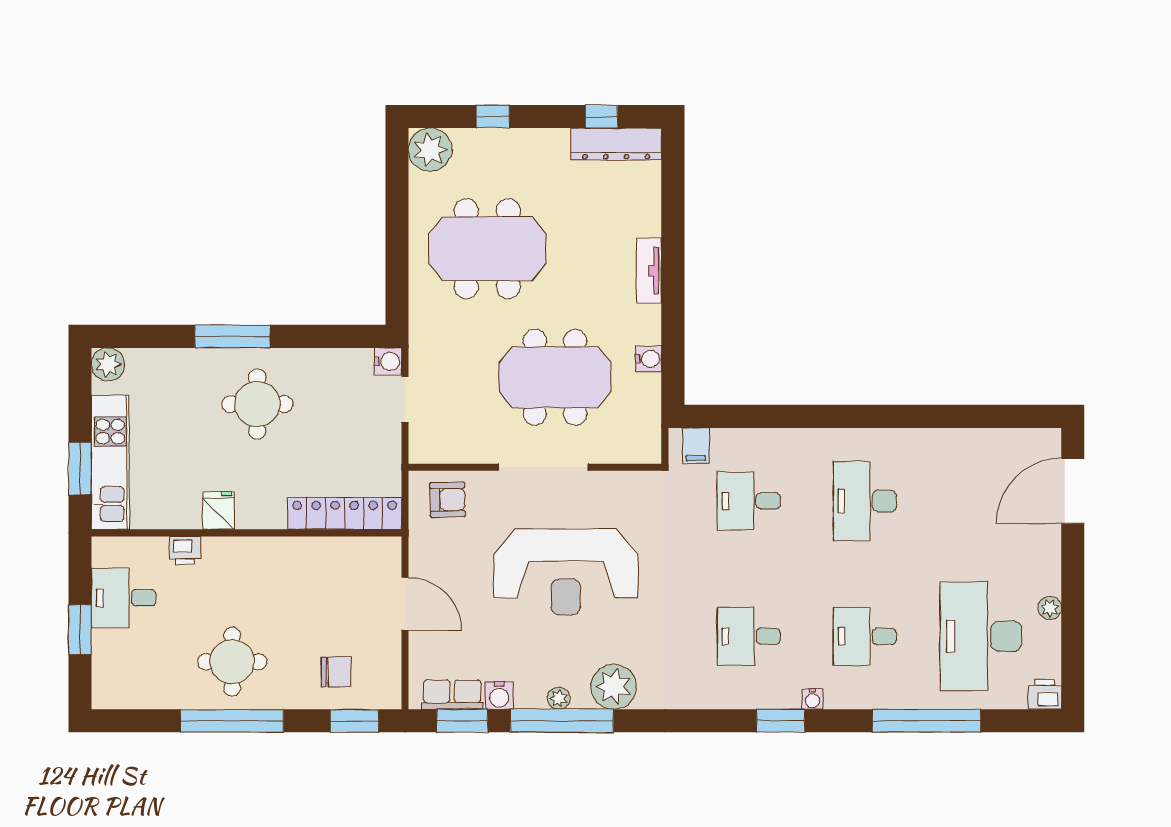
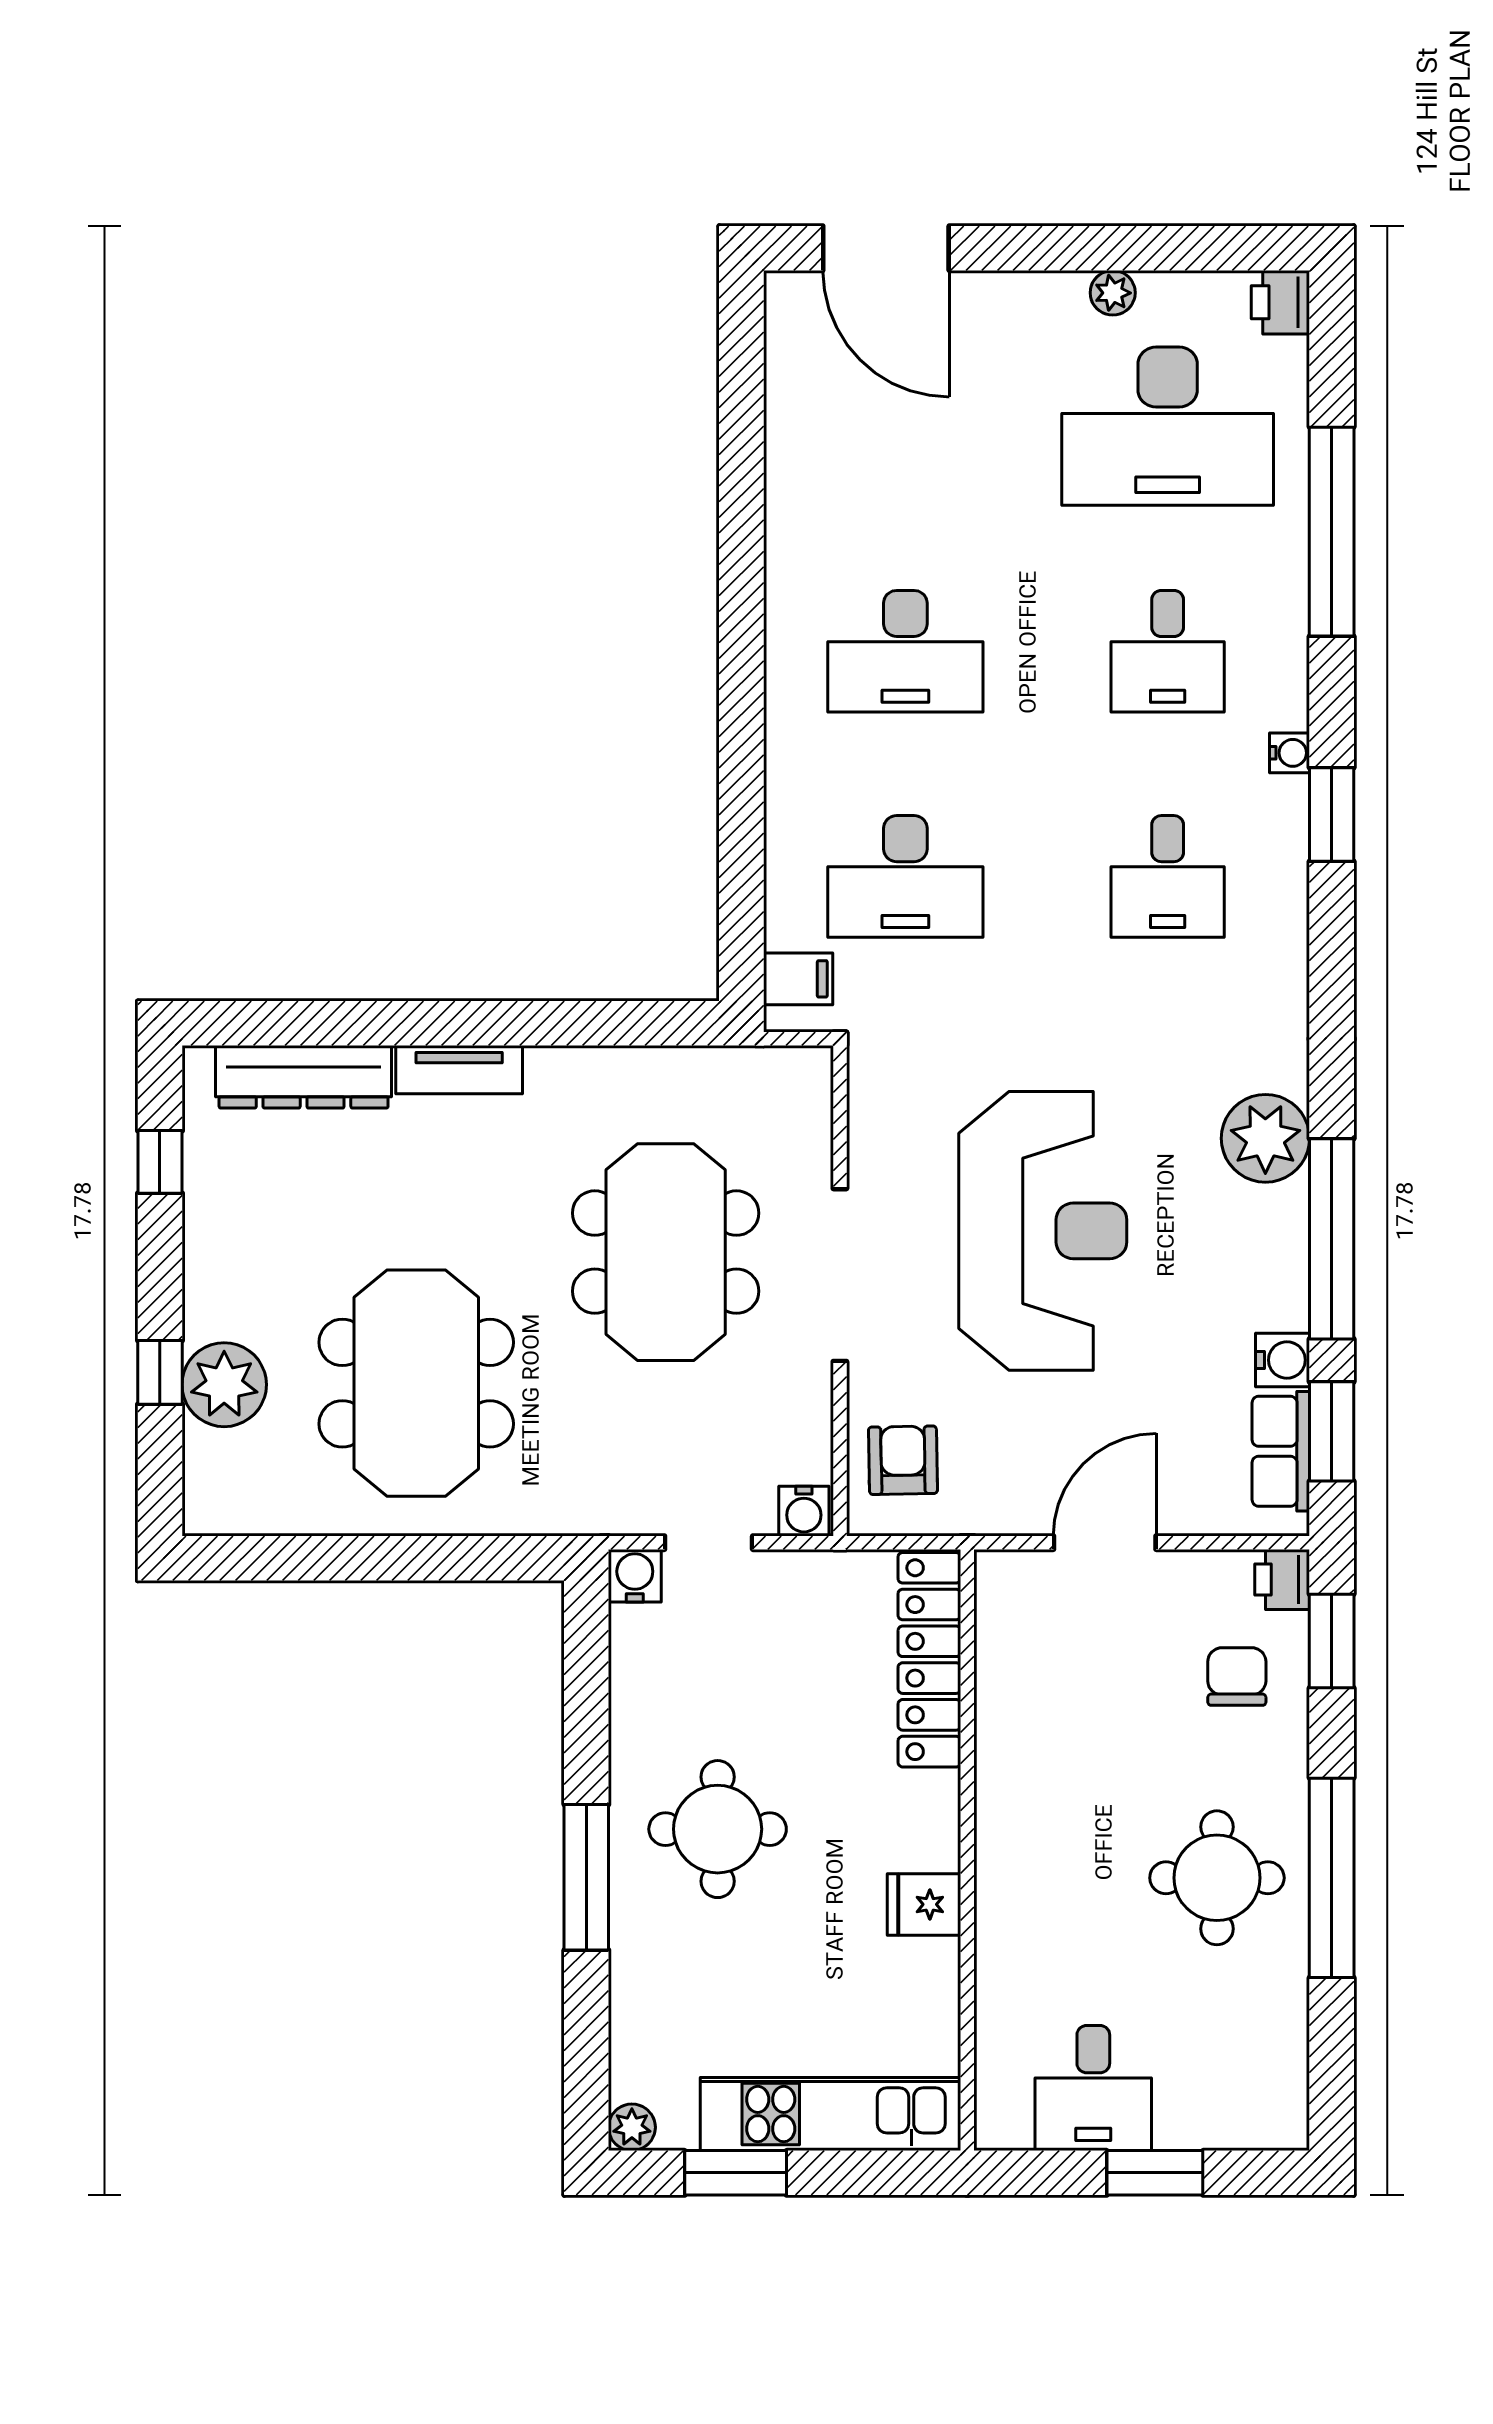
dresser: (616, 144) -> (304, 1077), moved, turned 90
plant: (430, 150) -> (224, 1385), moved
water cooler: (649, 359) -> (804, 1511), moved, turned 180
plant: (108, 364) -> (632, 2127), width x0.73, depth x0.73
window: (80, 468) -> (736, 2173), moved
desk: (749, 501) -> (905, 876), width x1.37
printer: (185, 550) -> (1282, 1579), moved, turned 180
plant: (559, 698) -> (1288, 1245), removed

